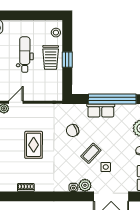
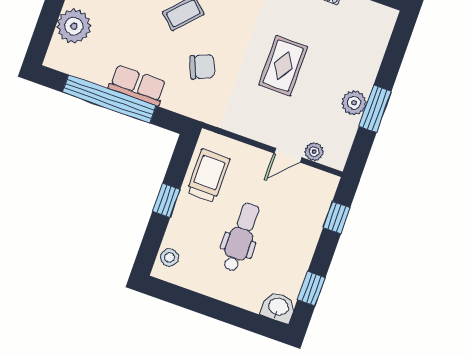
dental chair: (25, 55) -> (241, 237), turned 180
trolley: (51, 57) -> (208, 175), moved

